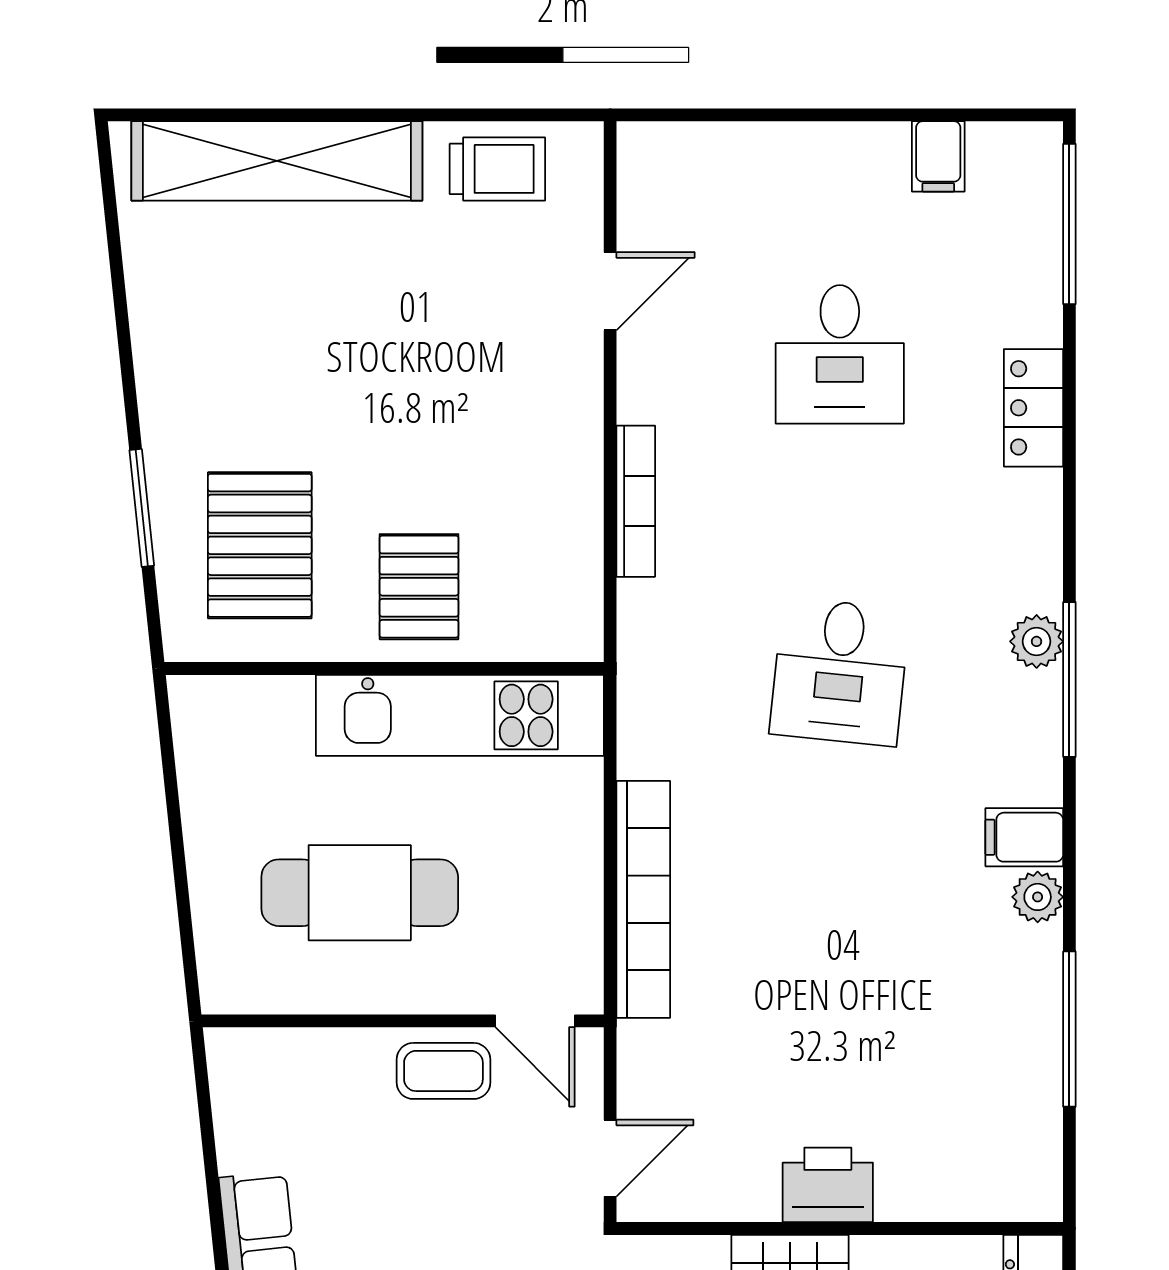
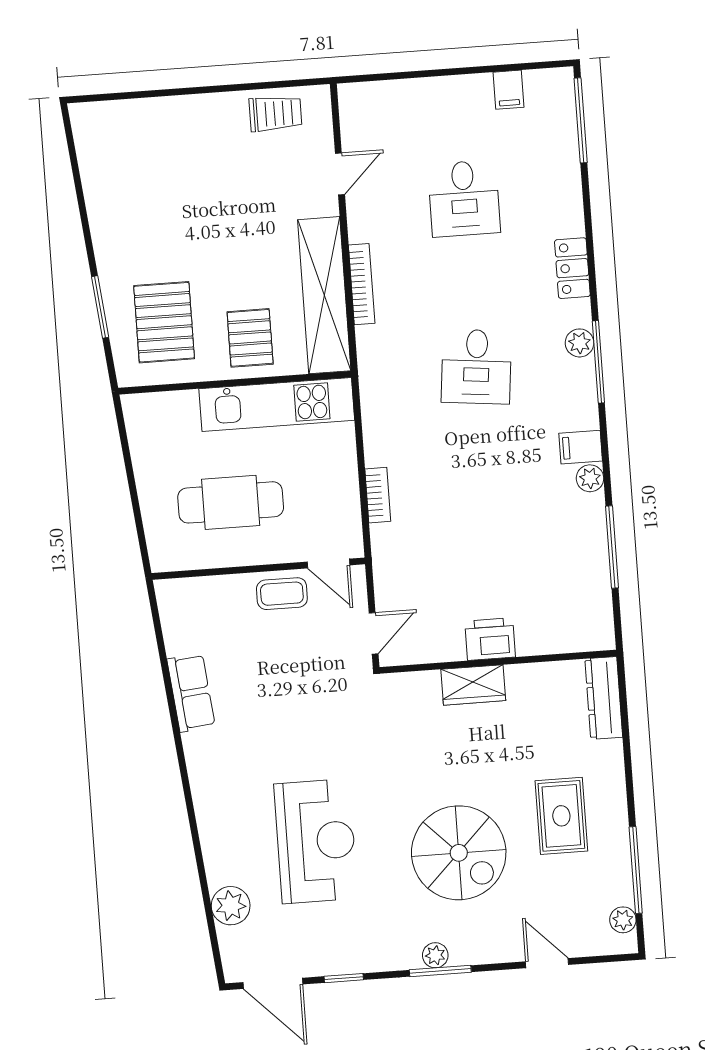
shelving: (277, 161) -> (324, 295), moved, turned 90
locker: (1033, 408) -> (572, 268), moved
bookcase: (643, 899) -> (378, 495), width x0.43, depth x0.76

